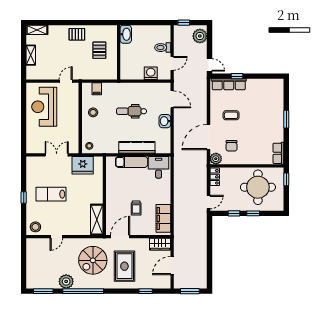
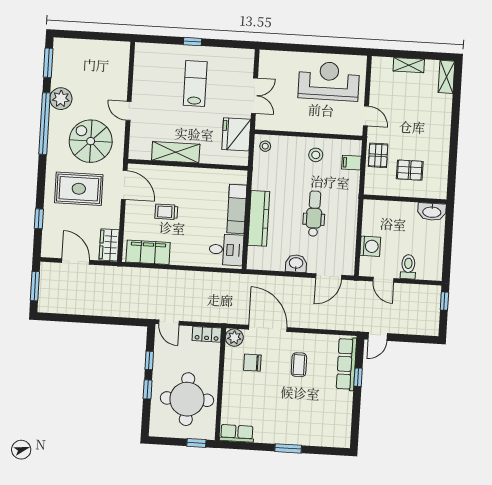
pallet: (77, 34) -> (378, 155), moved
plant: (200, 36) -> (422, 324), removed
shelving: (97, 220) -> (176, 152), moved
stool: (35, 227) -> (147, 57), removed
door: (56, 237) -> (129, 111), moved

